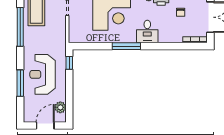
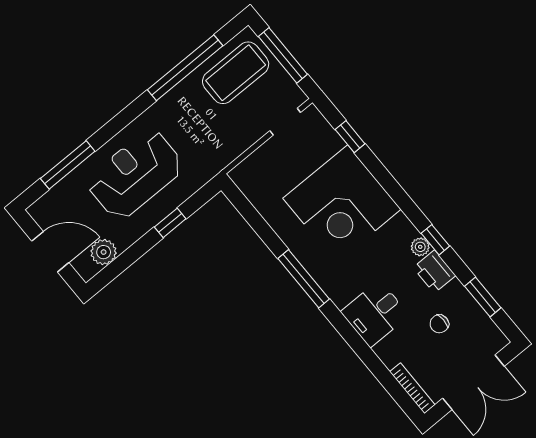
desk: (147, 32) -> (375, 314), moved
window: (69, 63) -> (170, 223), moved
window: (20, 83) -> (68, 165), moved

